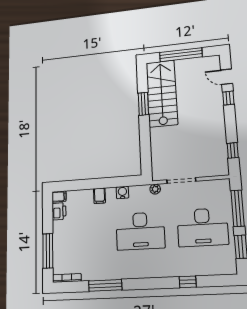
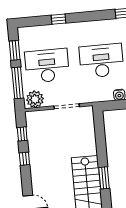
window: (228, 98) -> (24, 159), moved
plant: (155, 189) -> (35, 99), moved, width x1.88, depth x1.88

